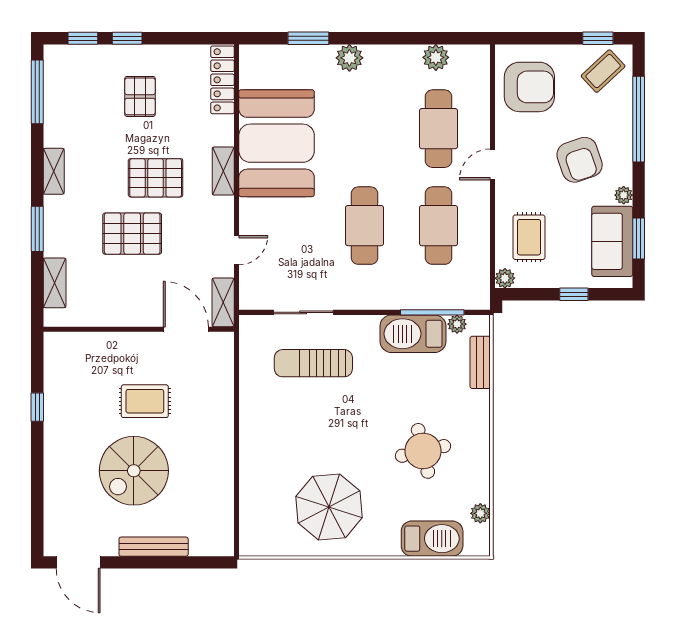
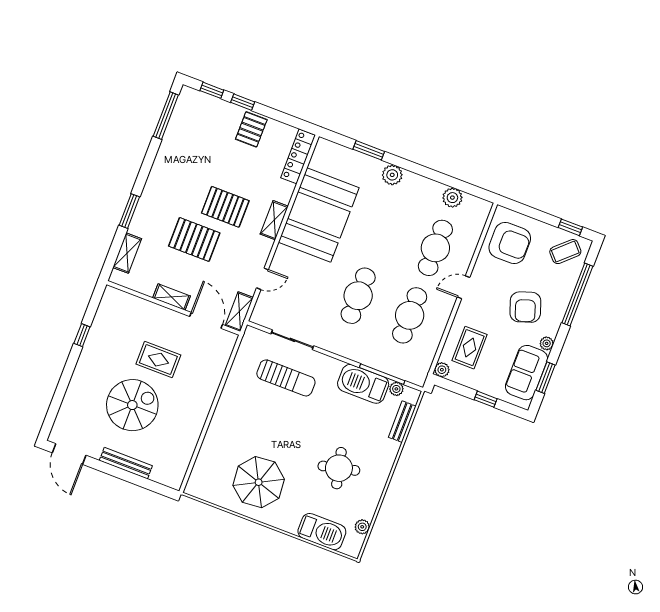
pallet: (140, 96) -> (251, 129), moved
shelving: (54, 171) -> (172, 297), moved, turned 90
sun lounger: (313, 363) -> (286, 378), turned 180
spiral stairs: (134, 471) -> (132, 405), turned 180

